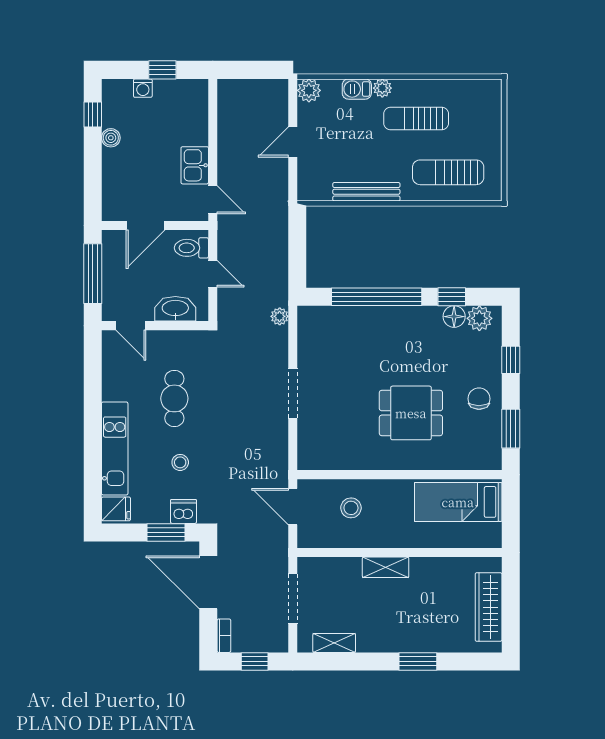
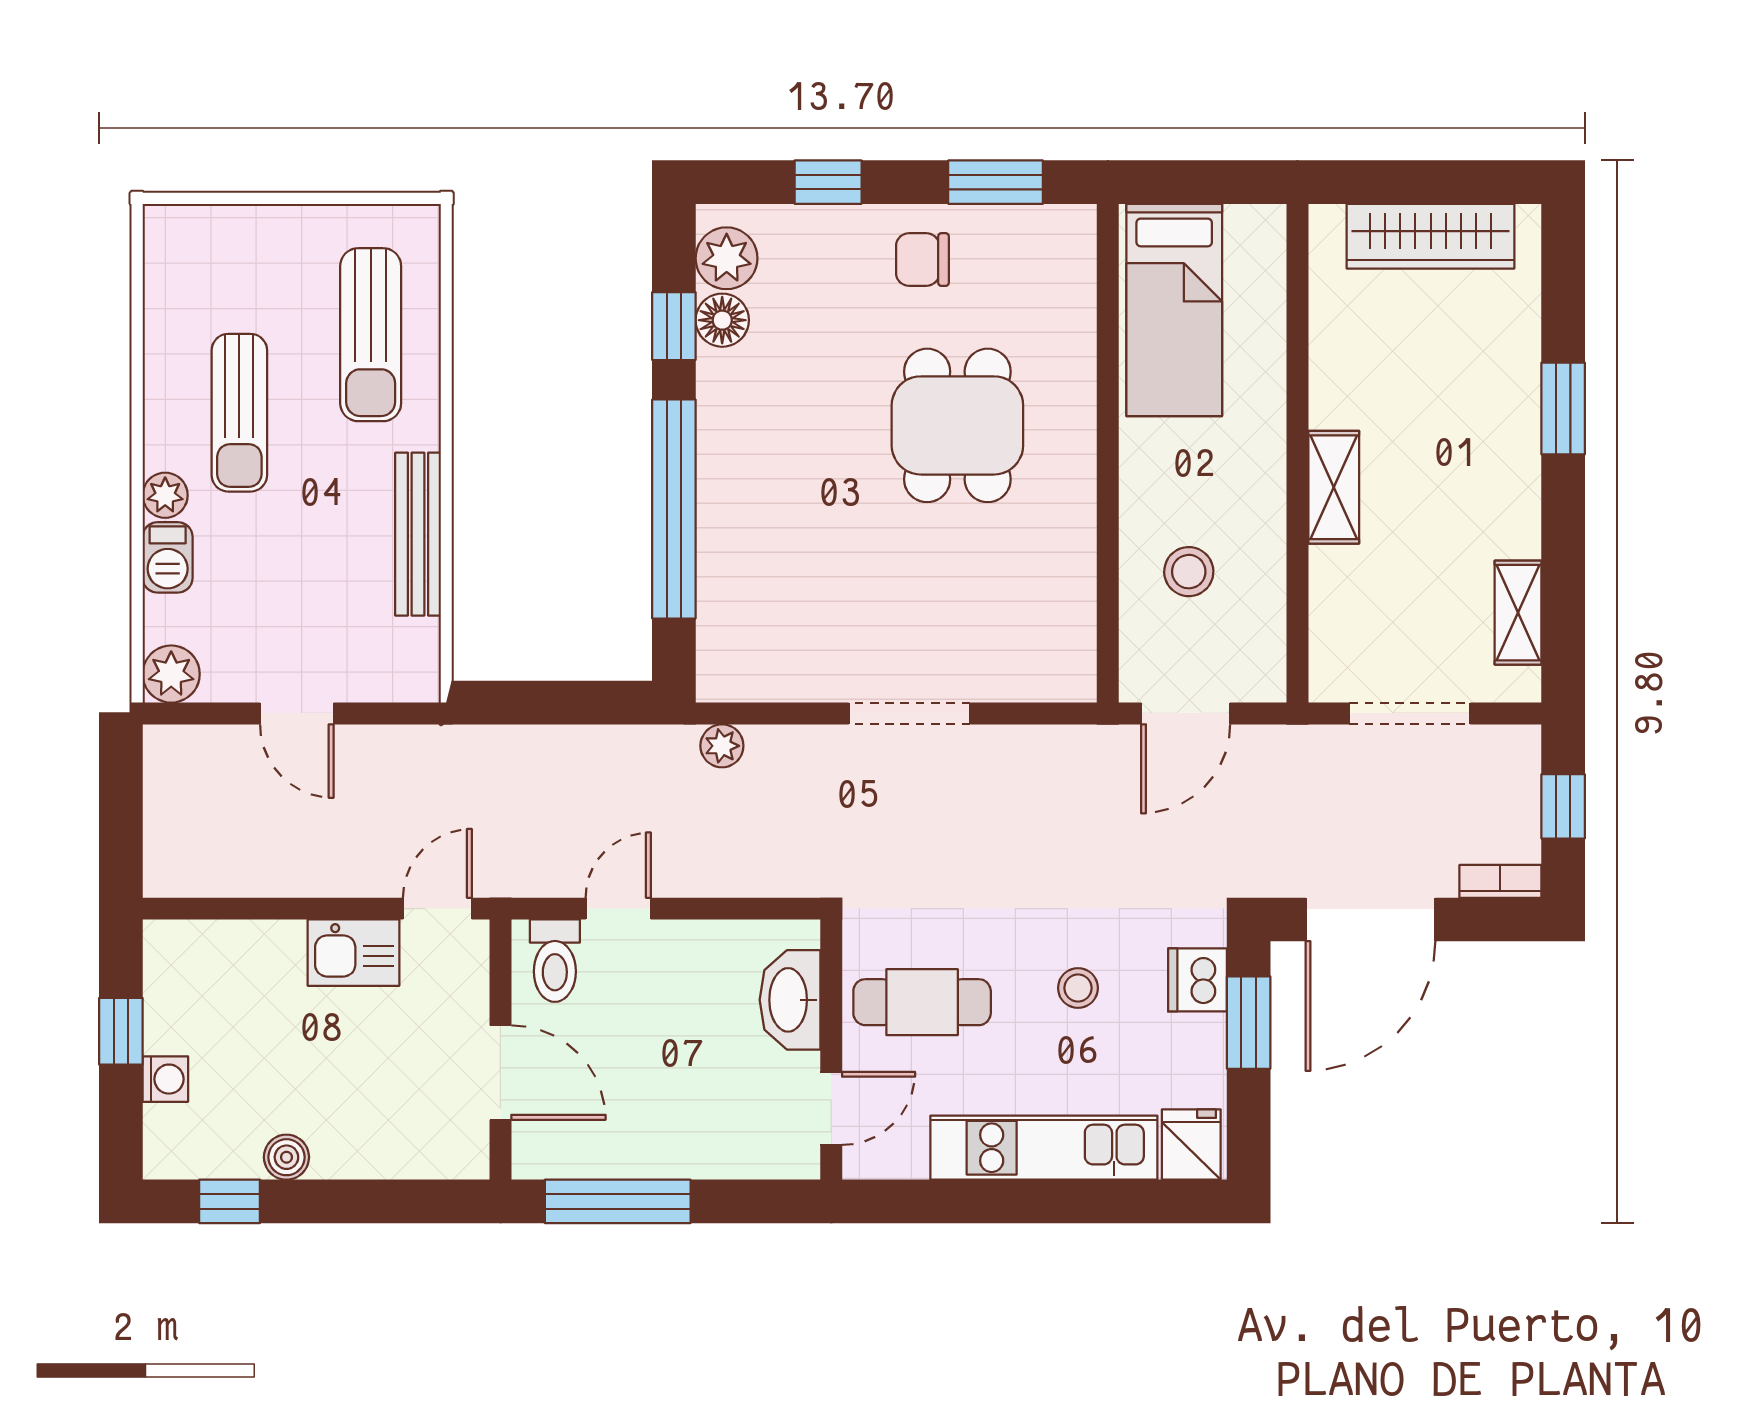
washbasin: (175, 309) -> (790, 1000), moved
door: (131, 326) -> (831, 1108), moved
wall: (155, 326) -> (831, 1050), moved

